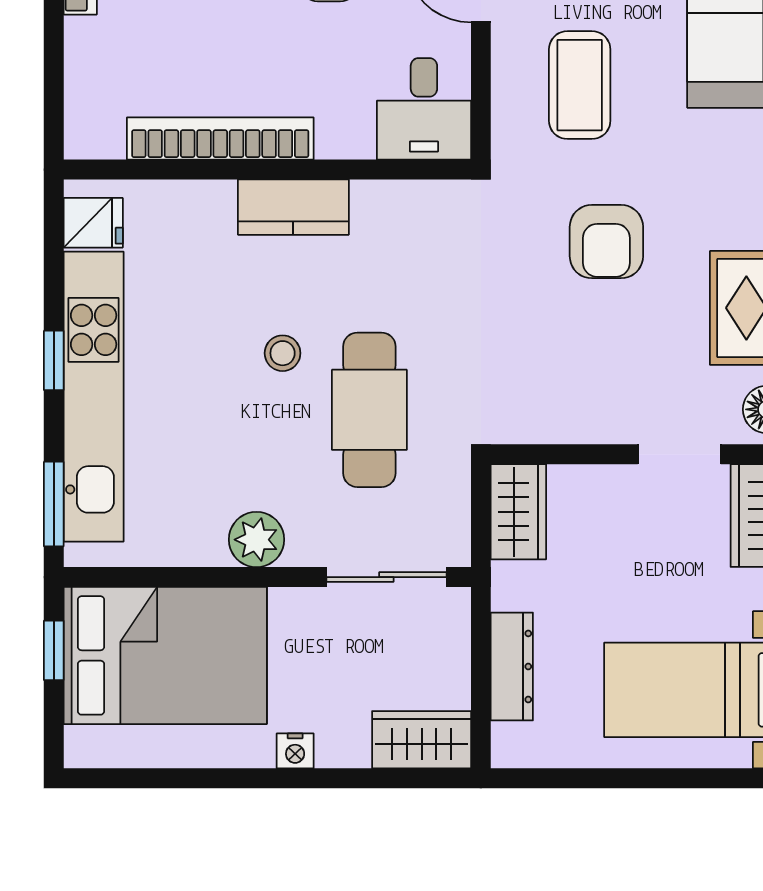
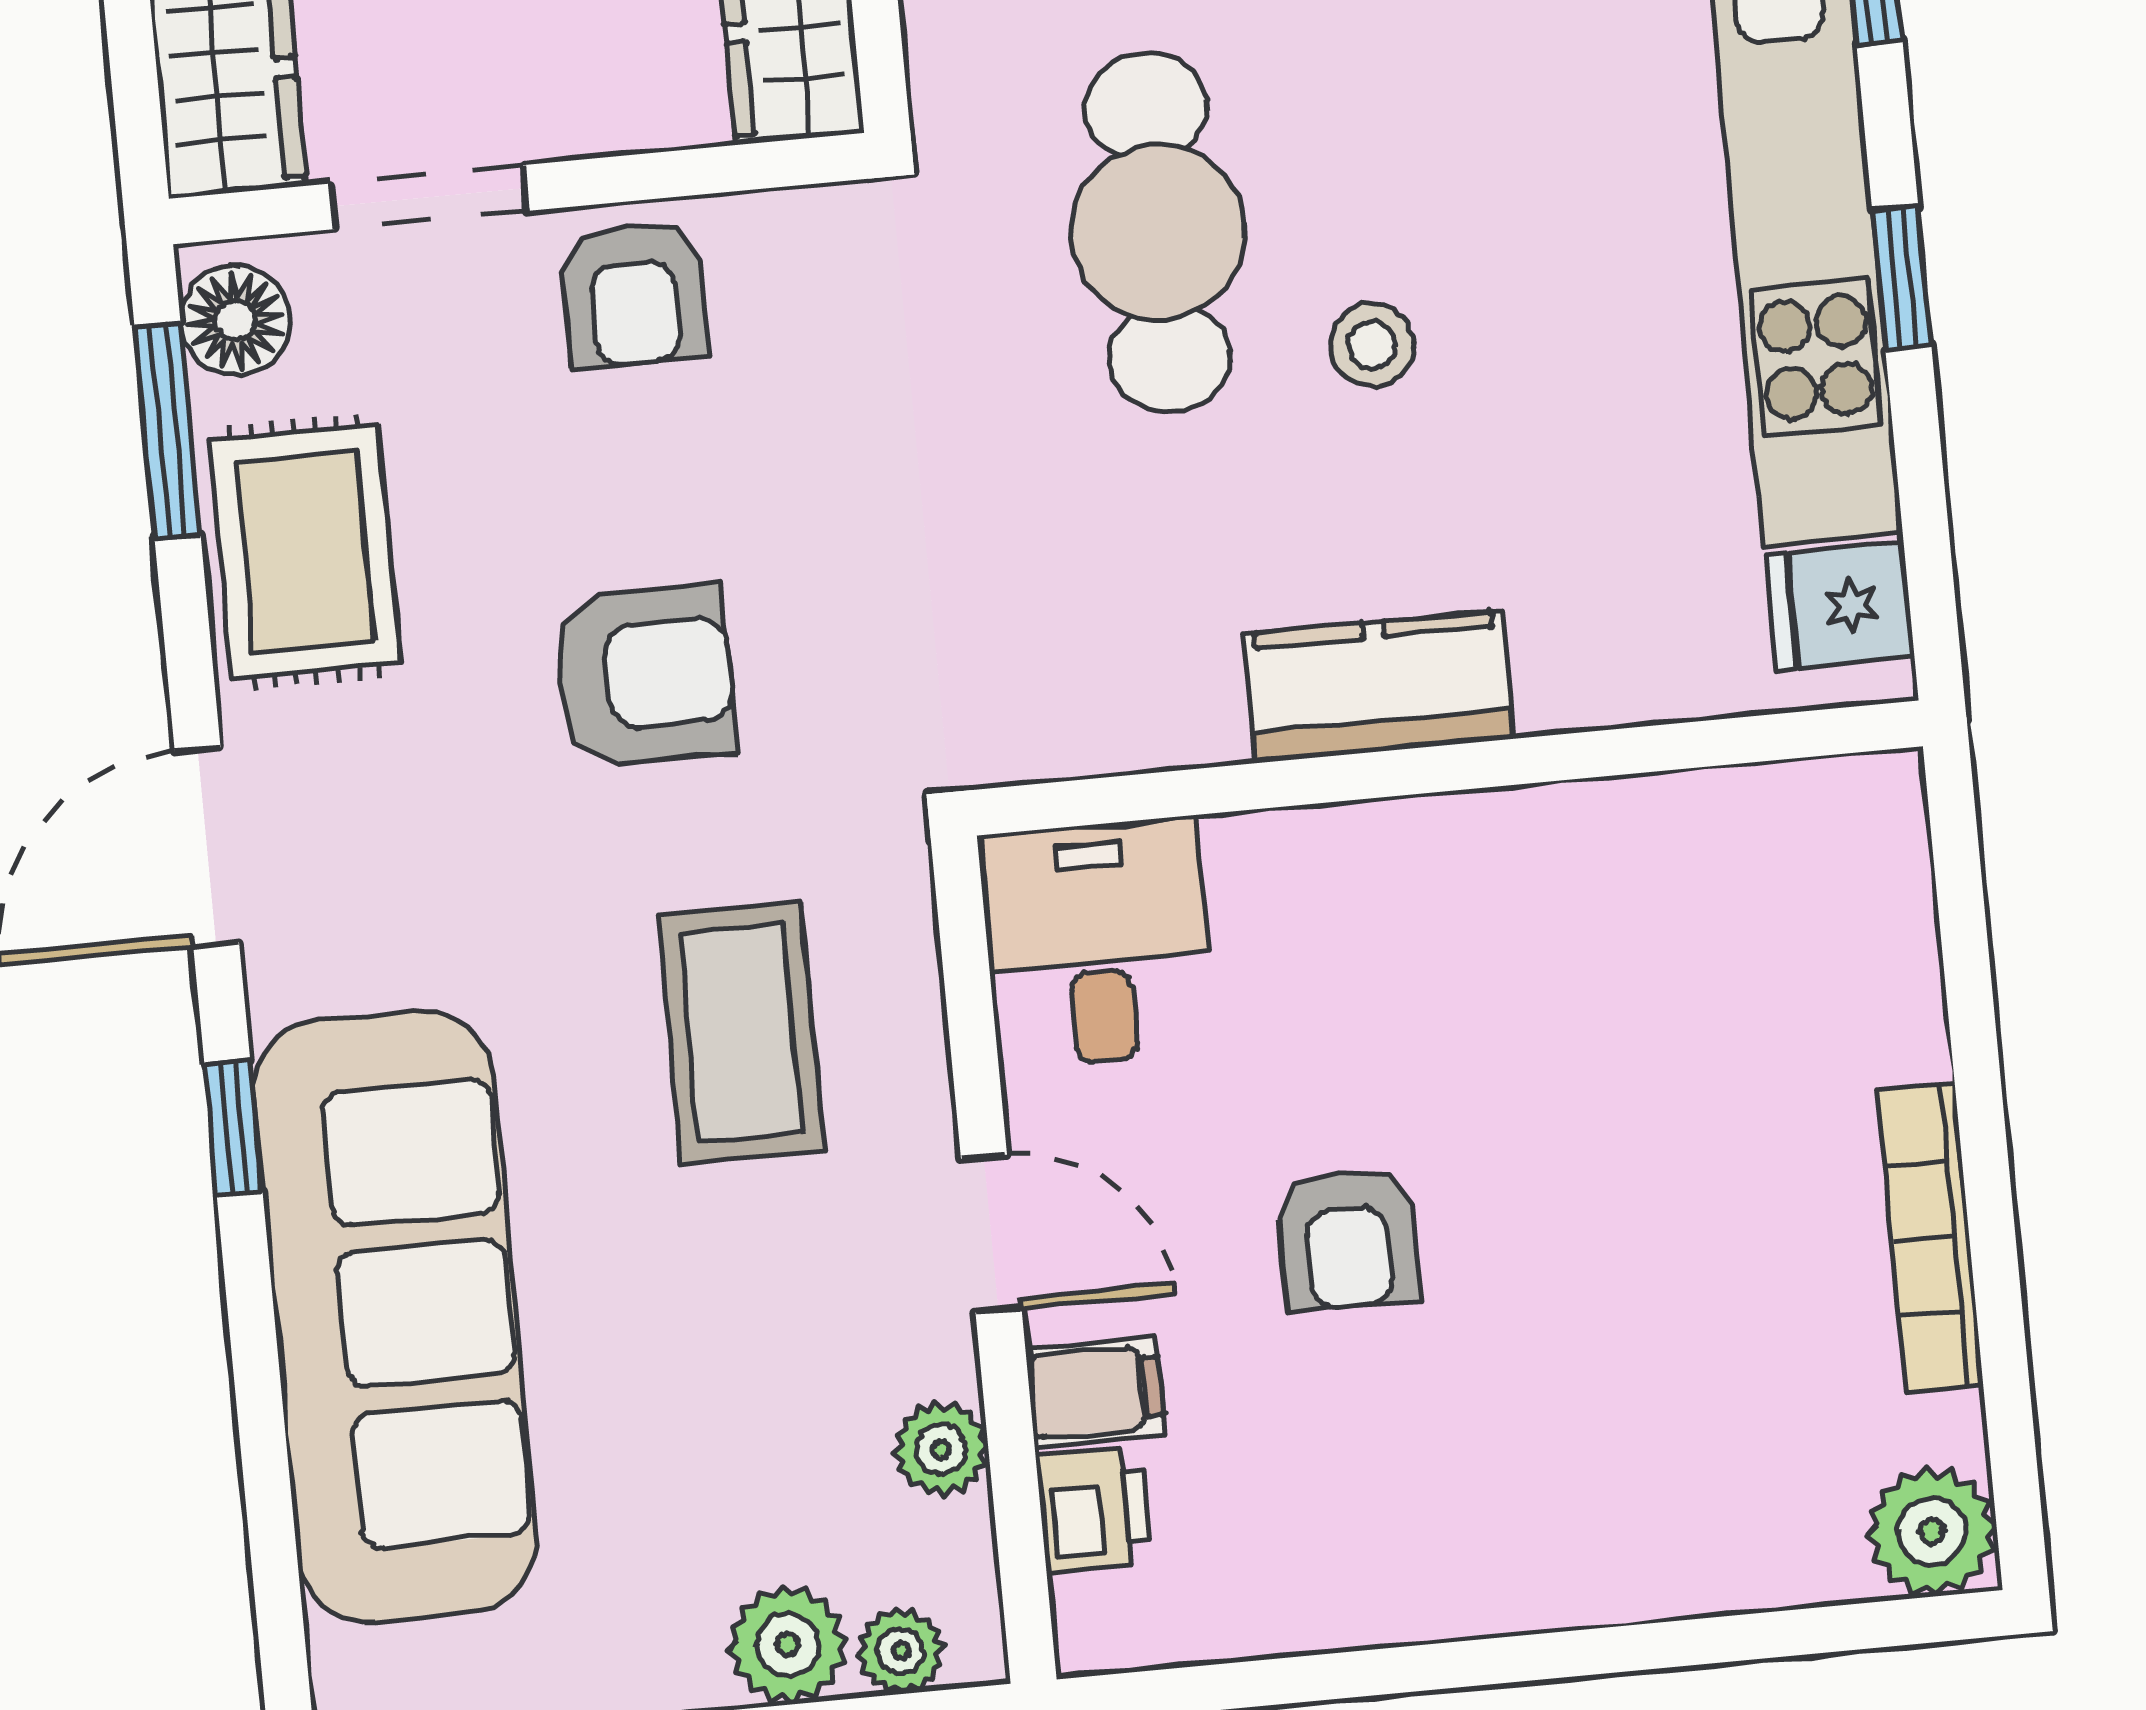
bookcase: (220, 139) -> (1564, 830), removed
armchair: (606, 242) -> (644, 675), turned 90
armchair: (595, 405) -> (634, 294), added

